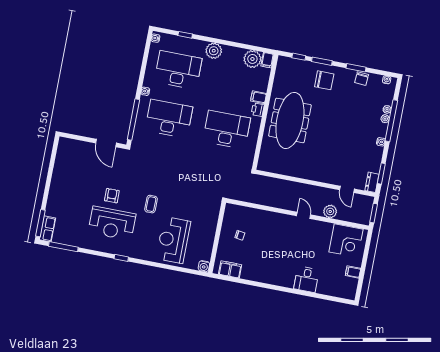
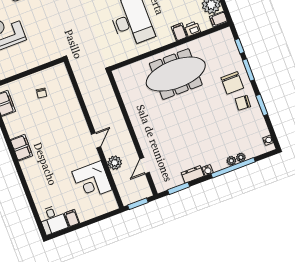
chair: (362, 79) -> (243, 103), moved
printer: (258, 110) -> (192, 29), moved
dresser: (372, 182) -> (193, 174), moved
corner desk: (346, 241) -> (92, 181), moved
filing cabinet: (273, 278) -> (21, 148), added
desk: (306, 279) -> (53, 220), moved, turned -90

